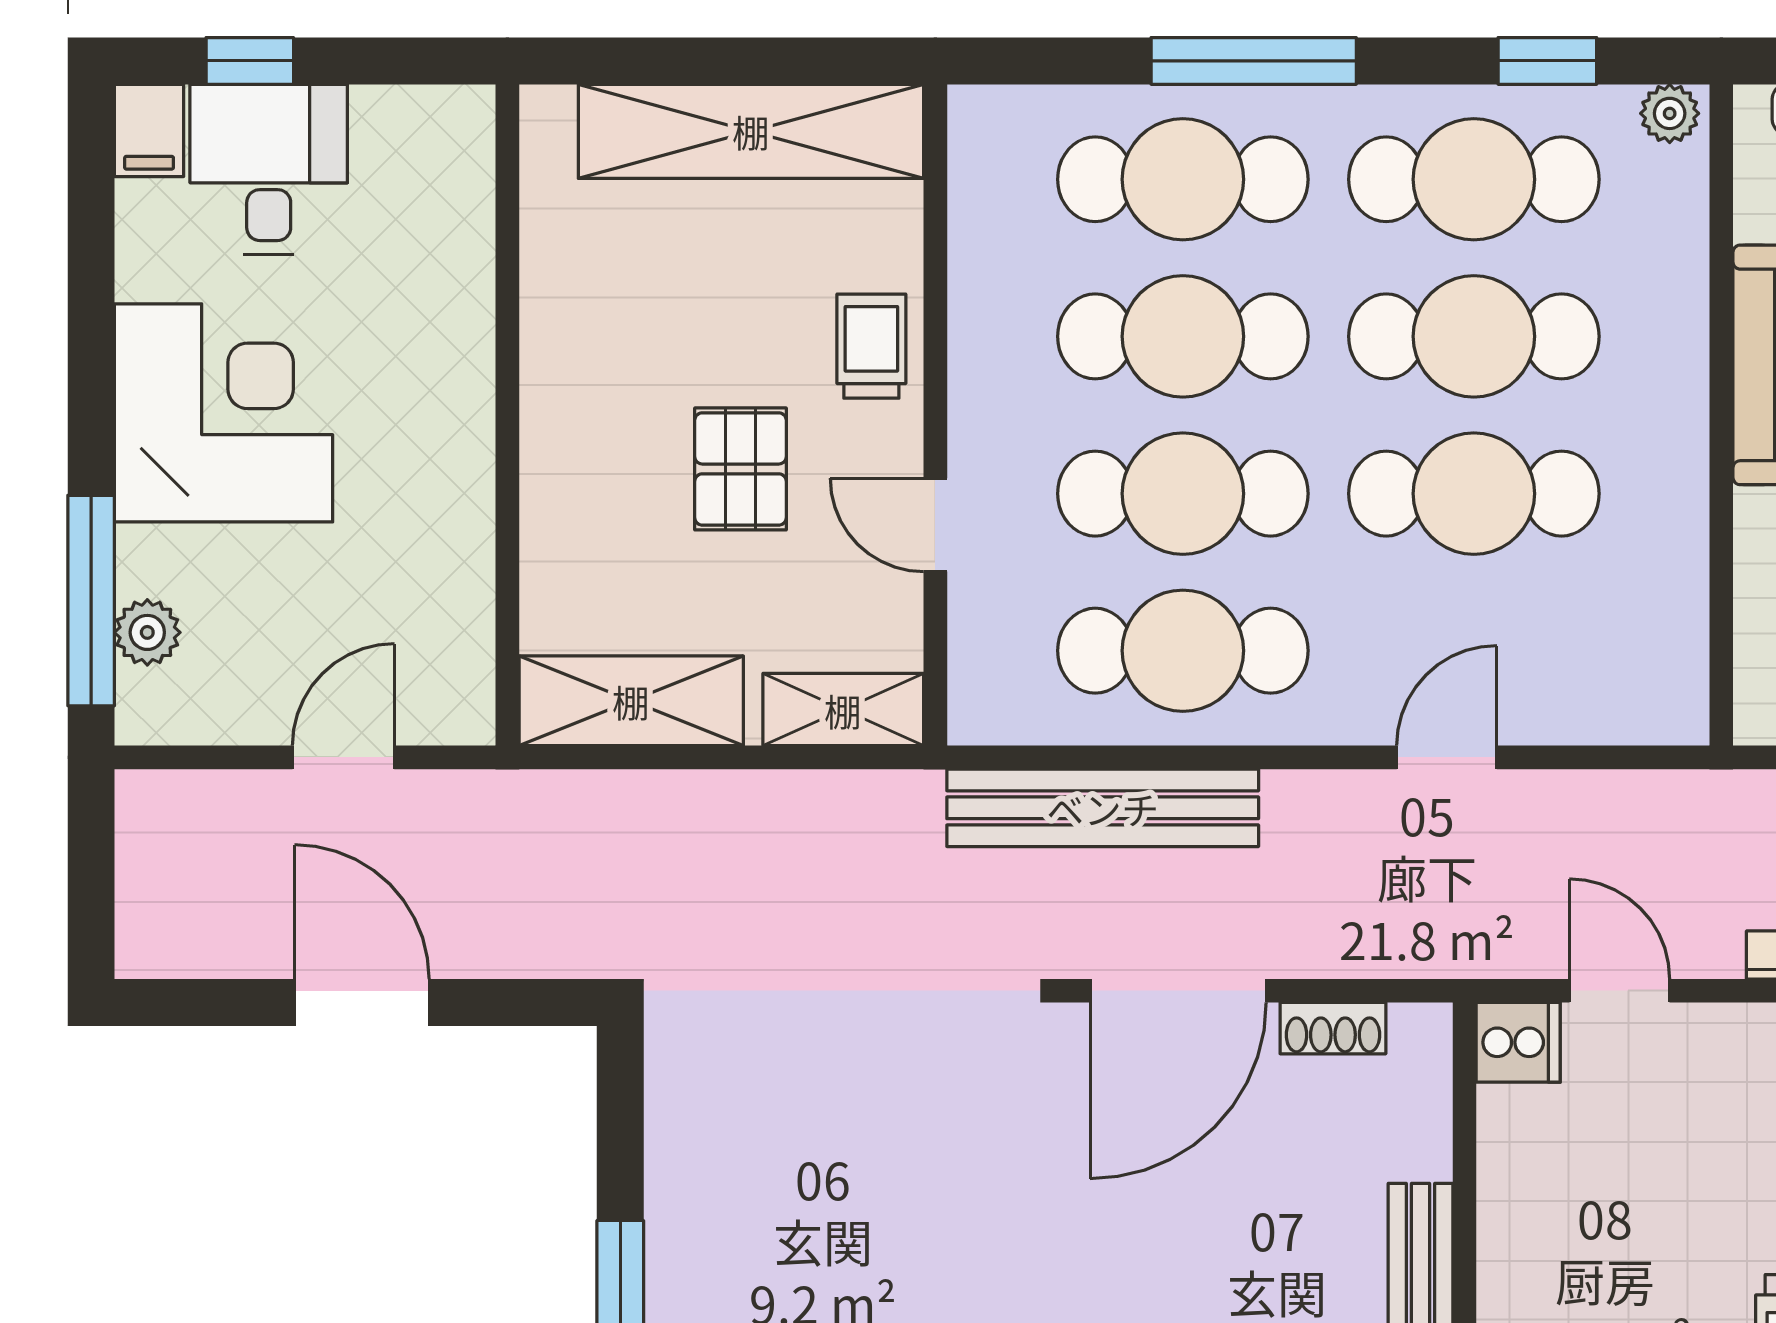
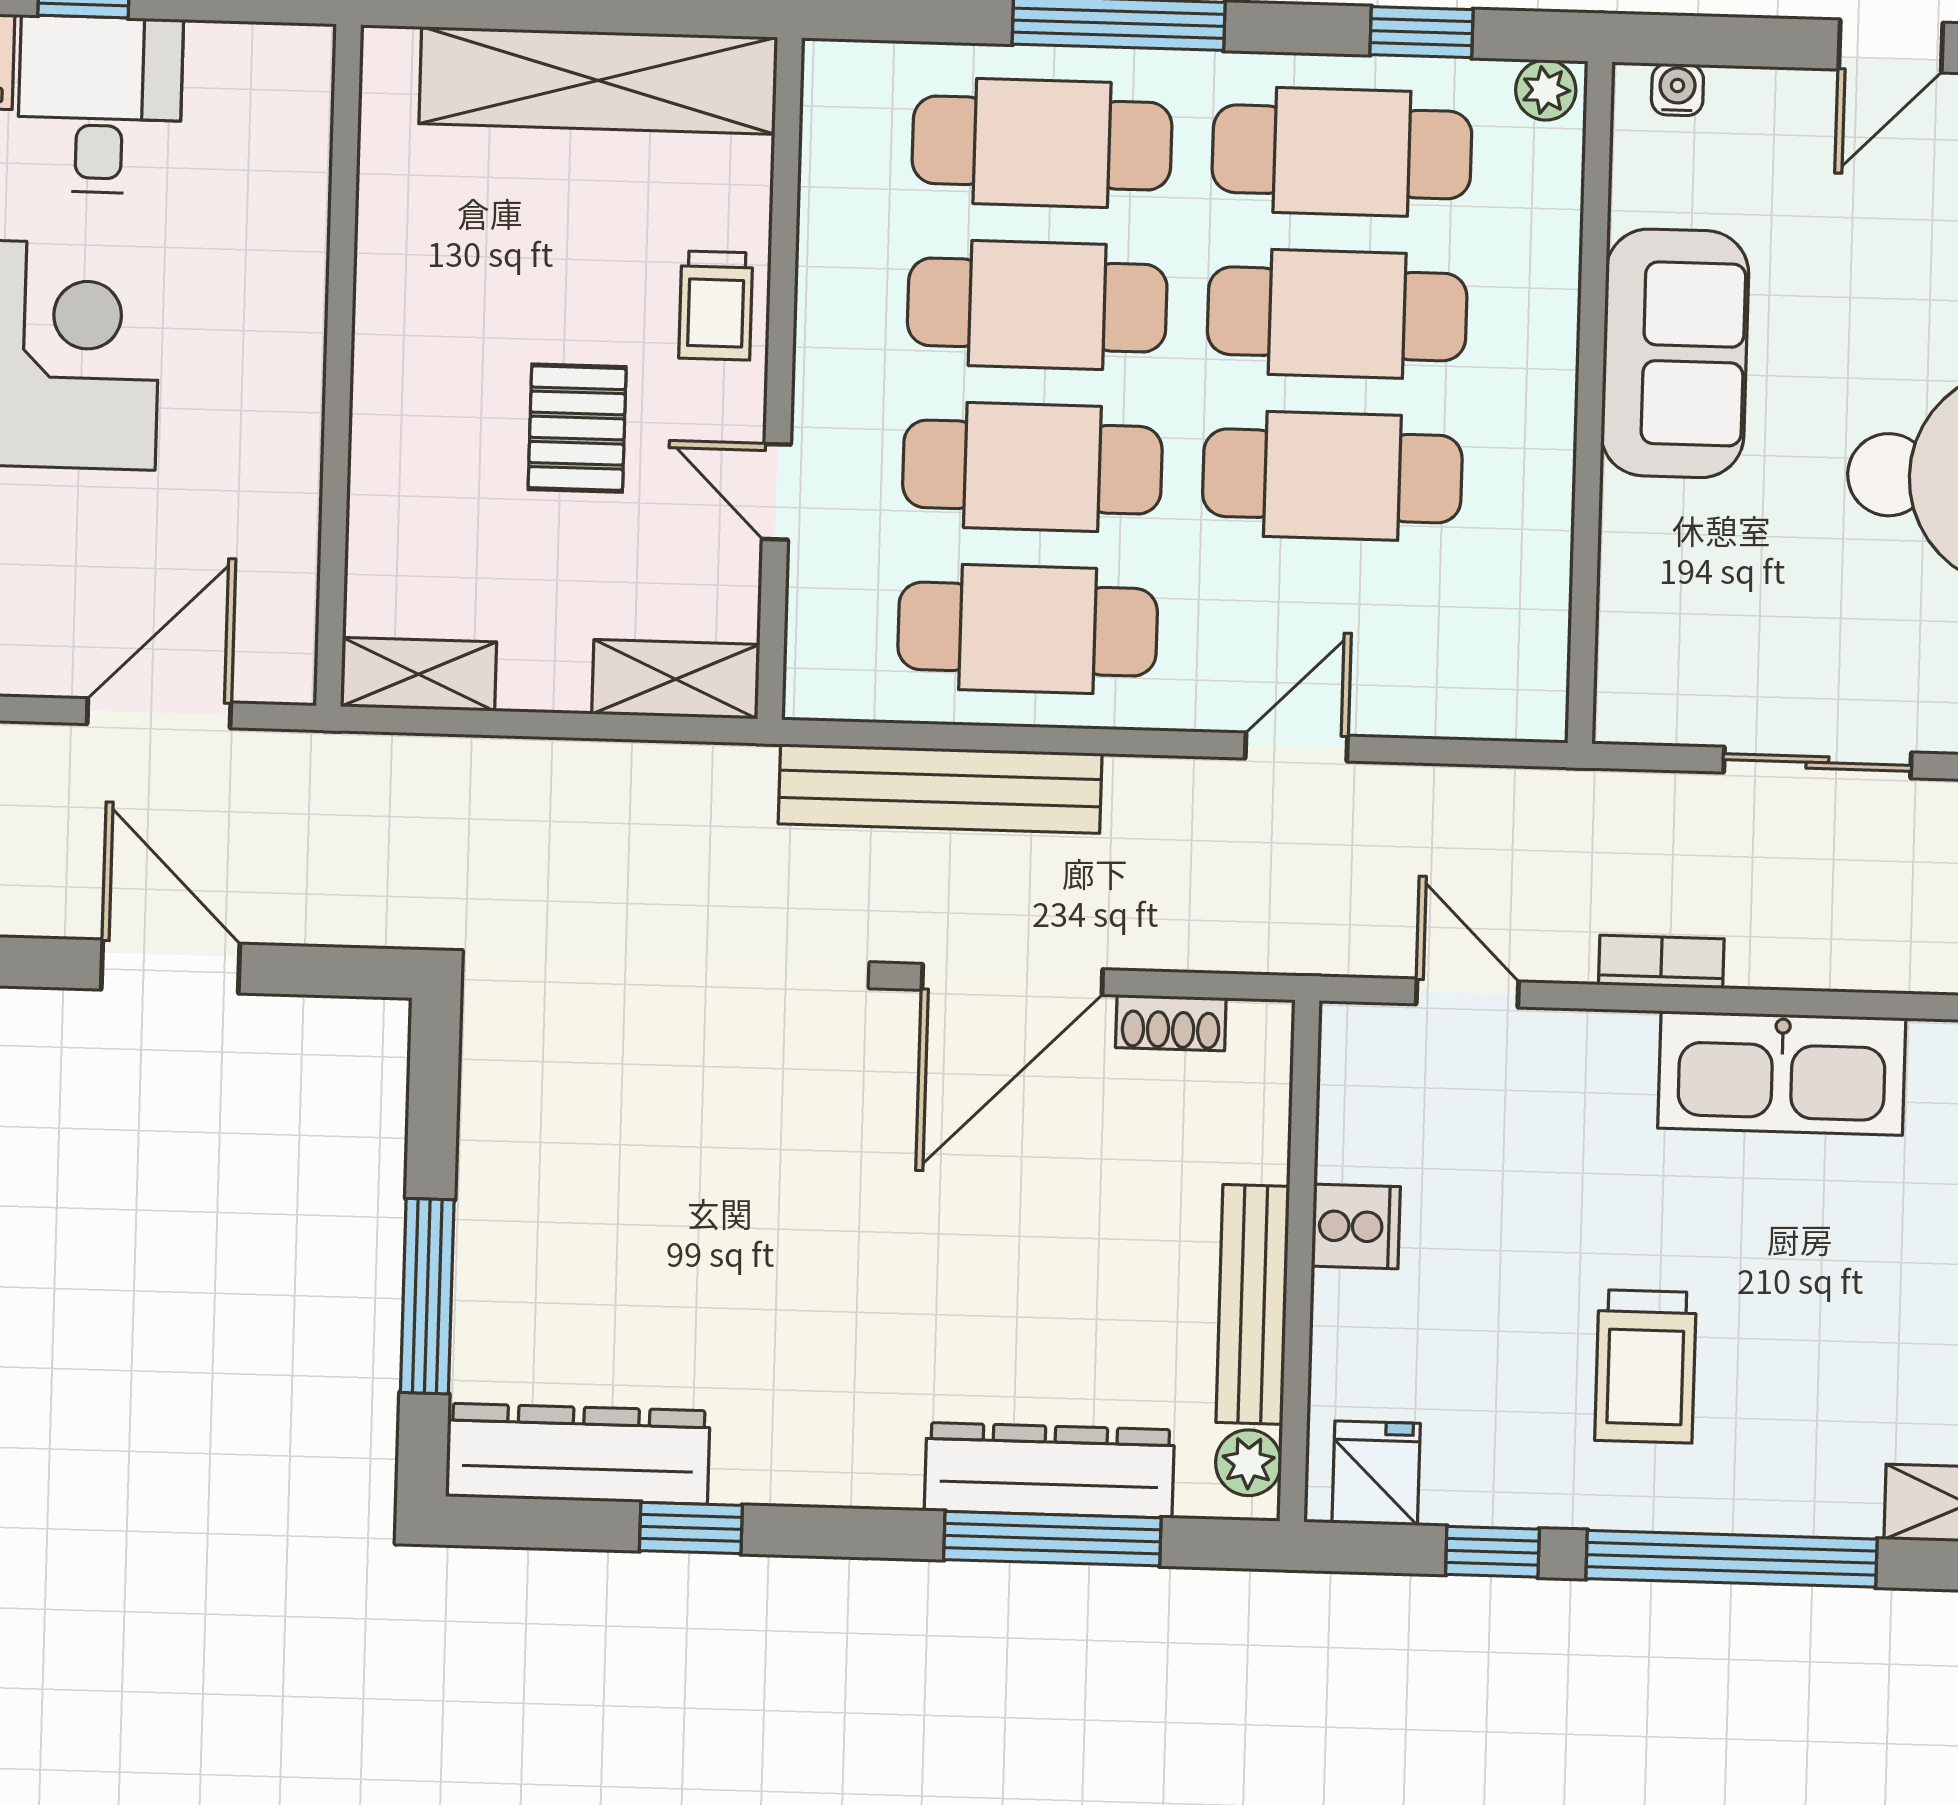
trolley: (871, 346) -> (716, 306), turned 180
shelving: (631, 701) -> (418, 674), width x0.67, depth x0.75
door: (343, 757) -> (159, 713), width x1.38
cooker: (1518, 1042) -> (1356, 1226), moved

